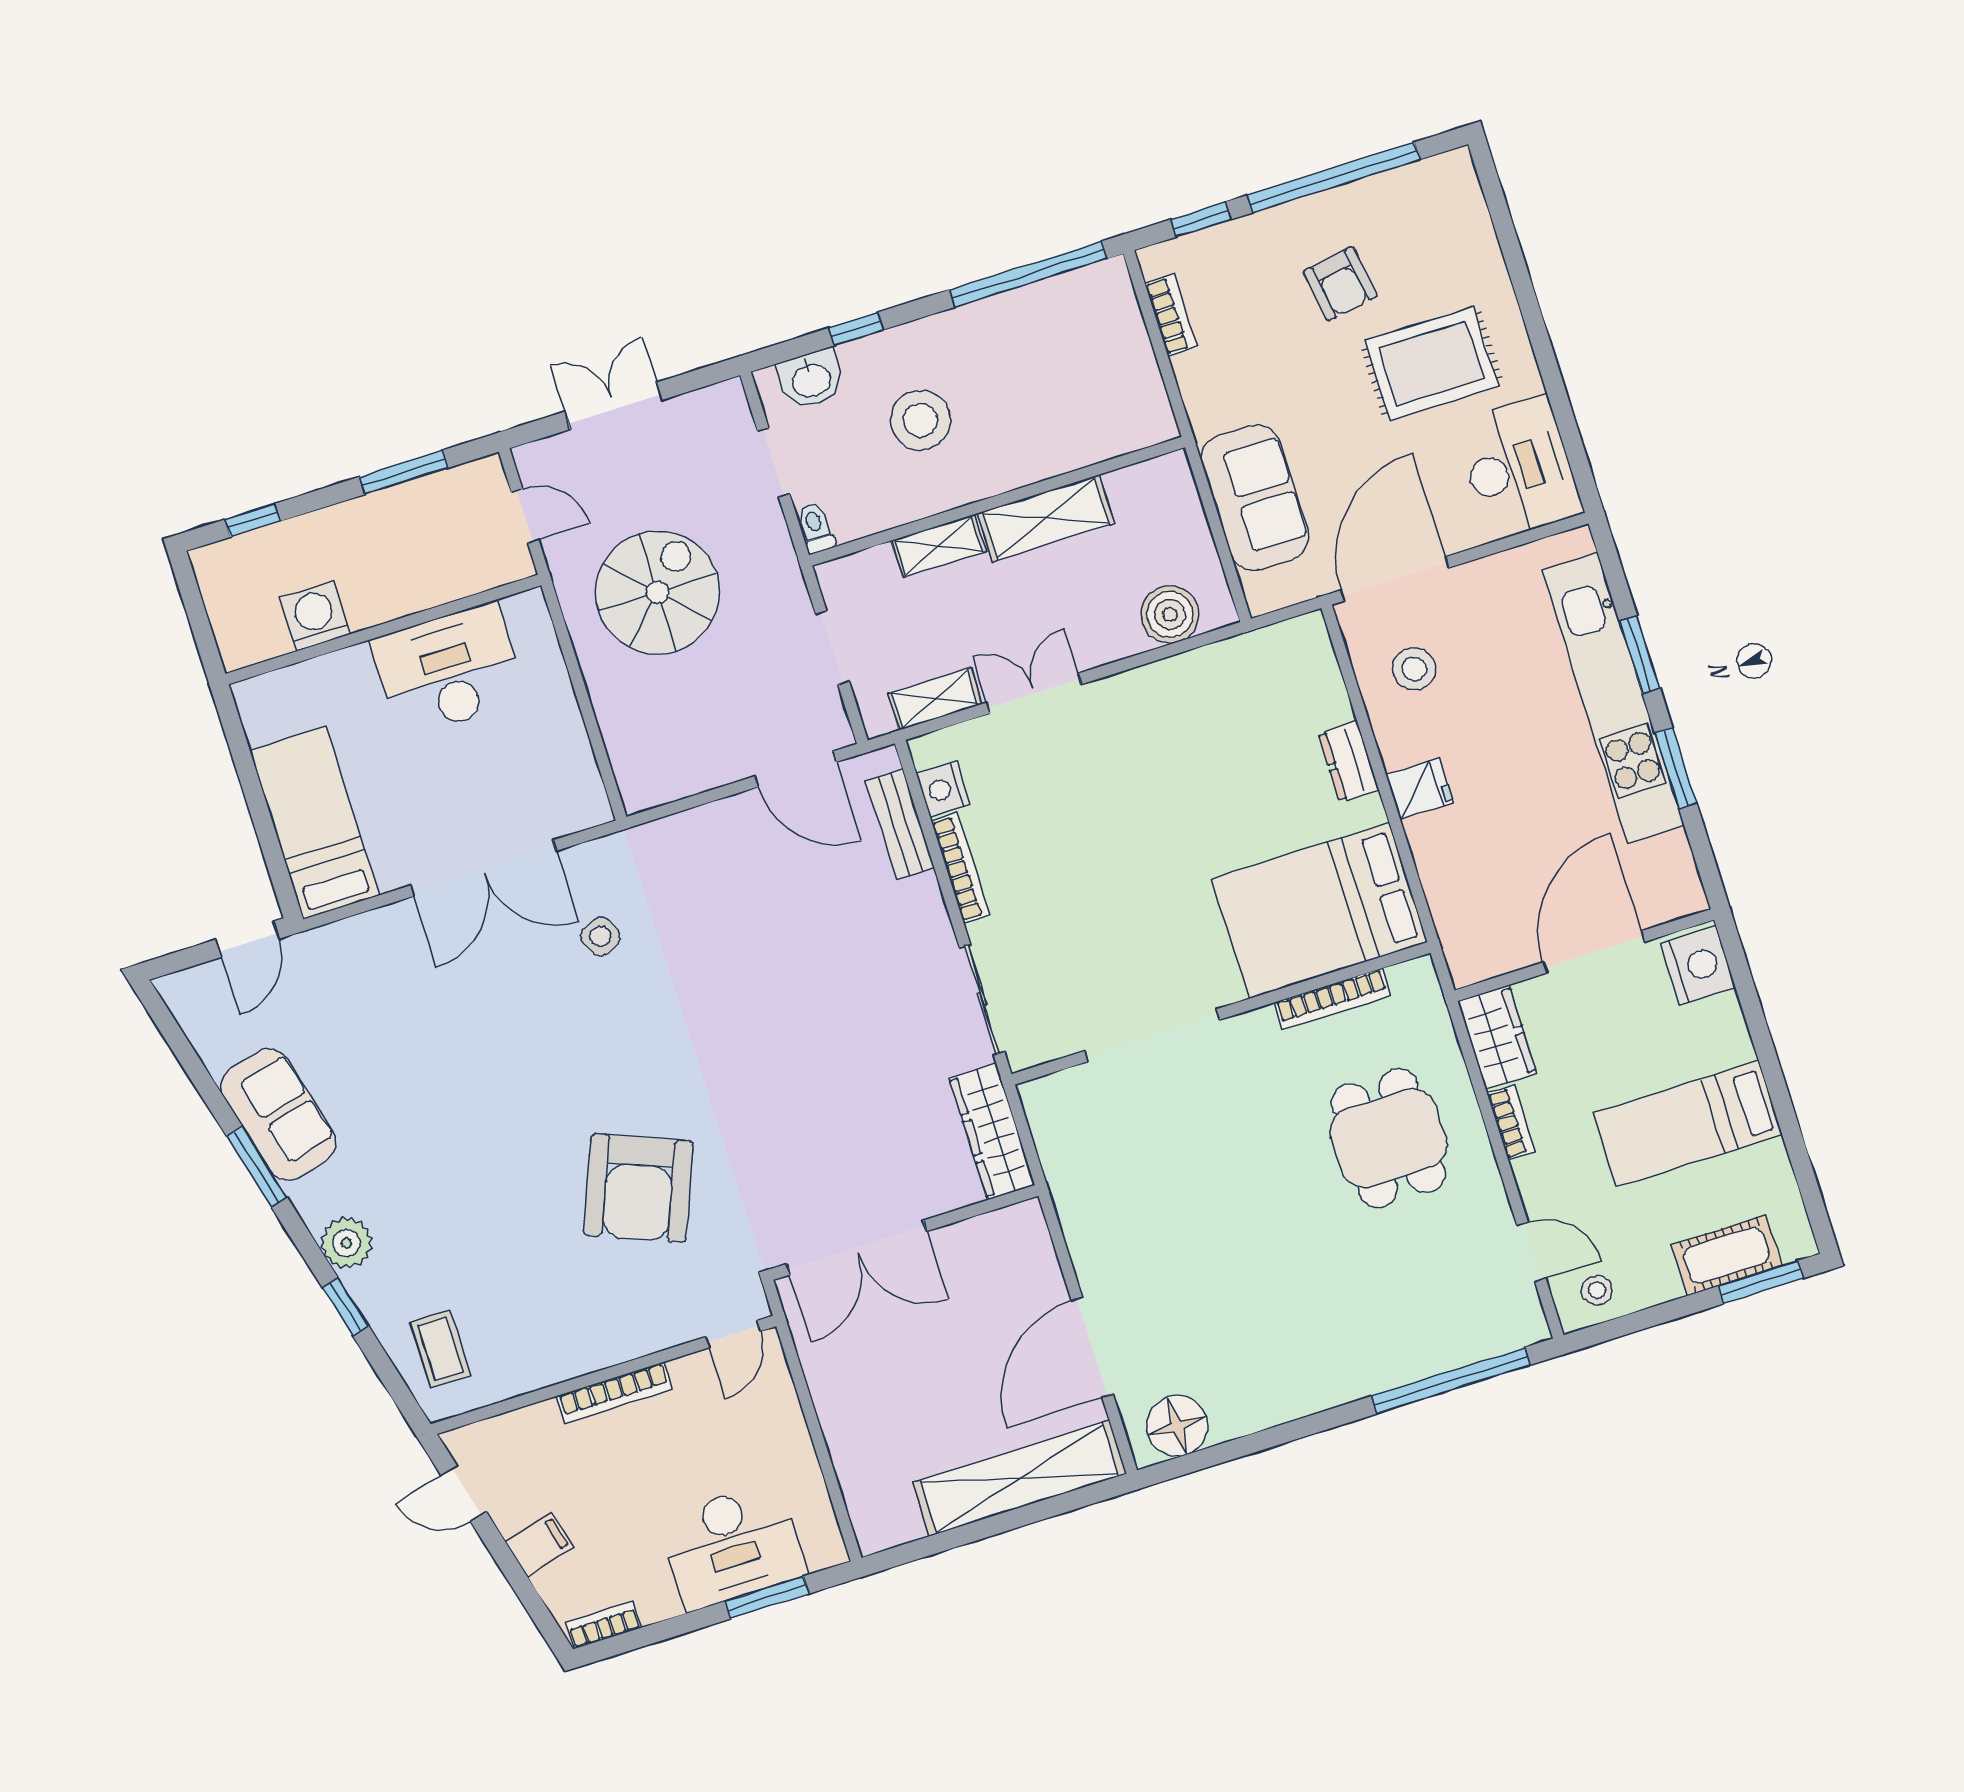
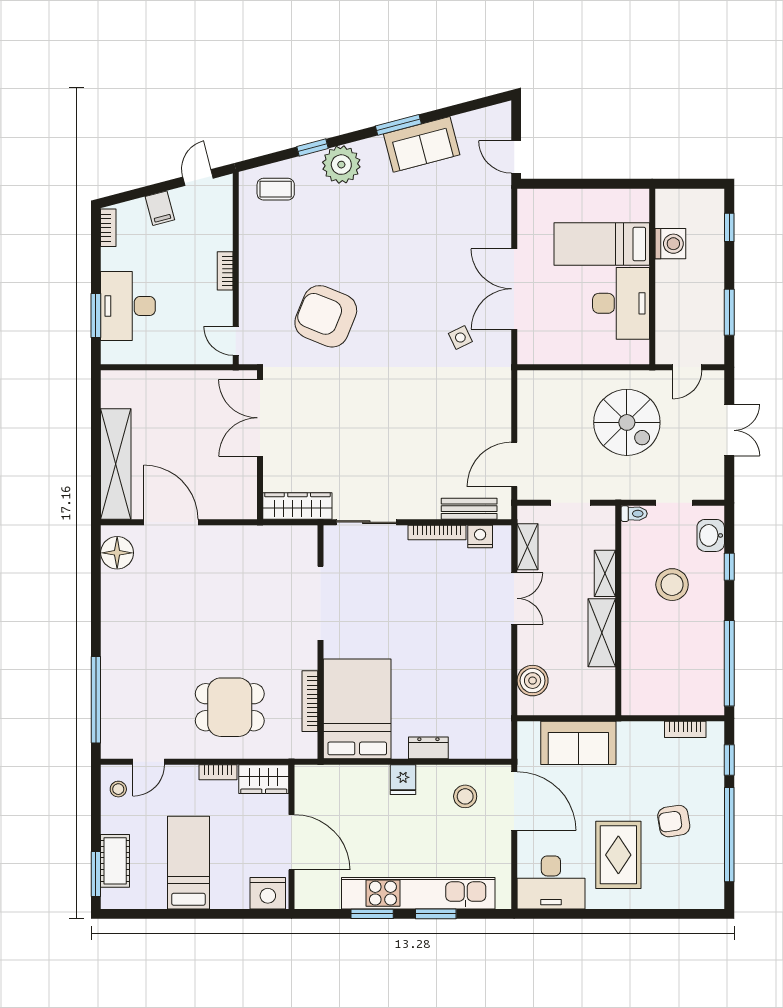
bed: (314, 823) -> (602, 244), moved, turned 180
plant: (347, 1243) -> (341, 165), width x1.36, depth x1.36
bookcase: (614, 1393) -> (225, 271), width x0.64

